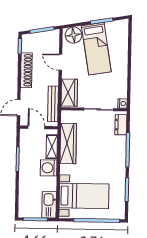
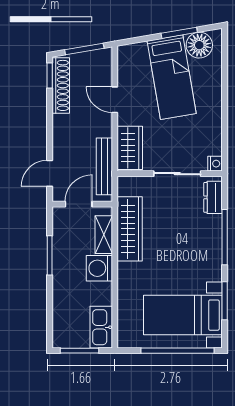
floor lamp: (74, 35) -> (199, 45), moved
shoe rack: (26, 70) -> (61, 85), moved
door: (36, 127) -> (79, 204), hinge flipped
bed with nightstands: (84, 196) -> (183, 315), moved, turned 180

